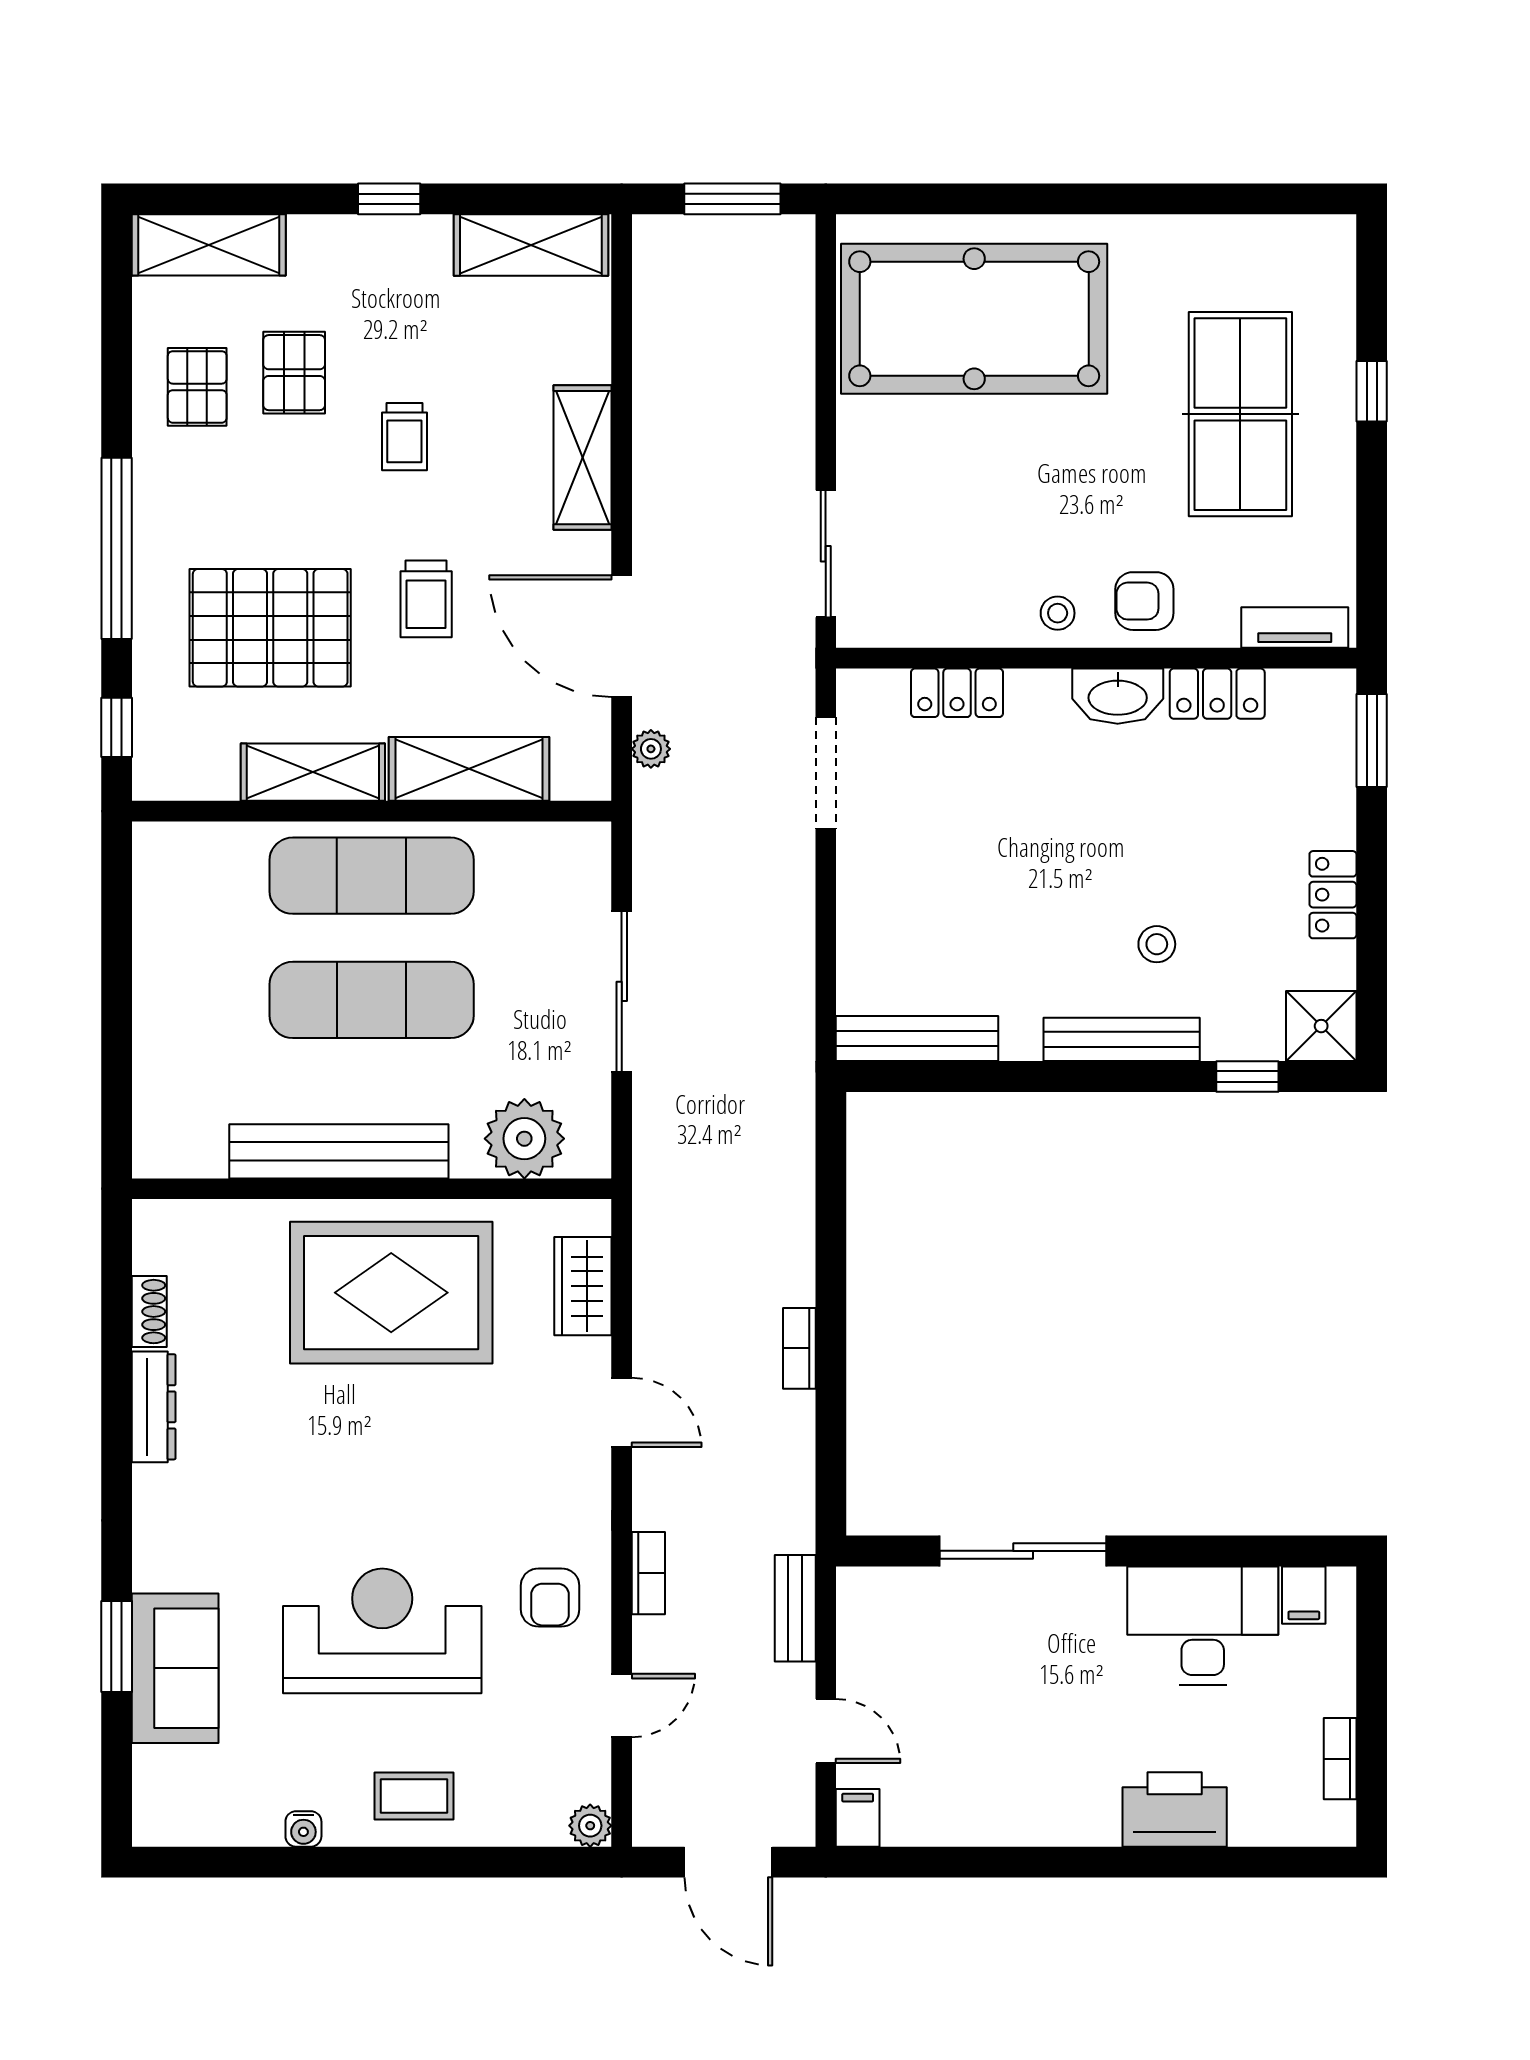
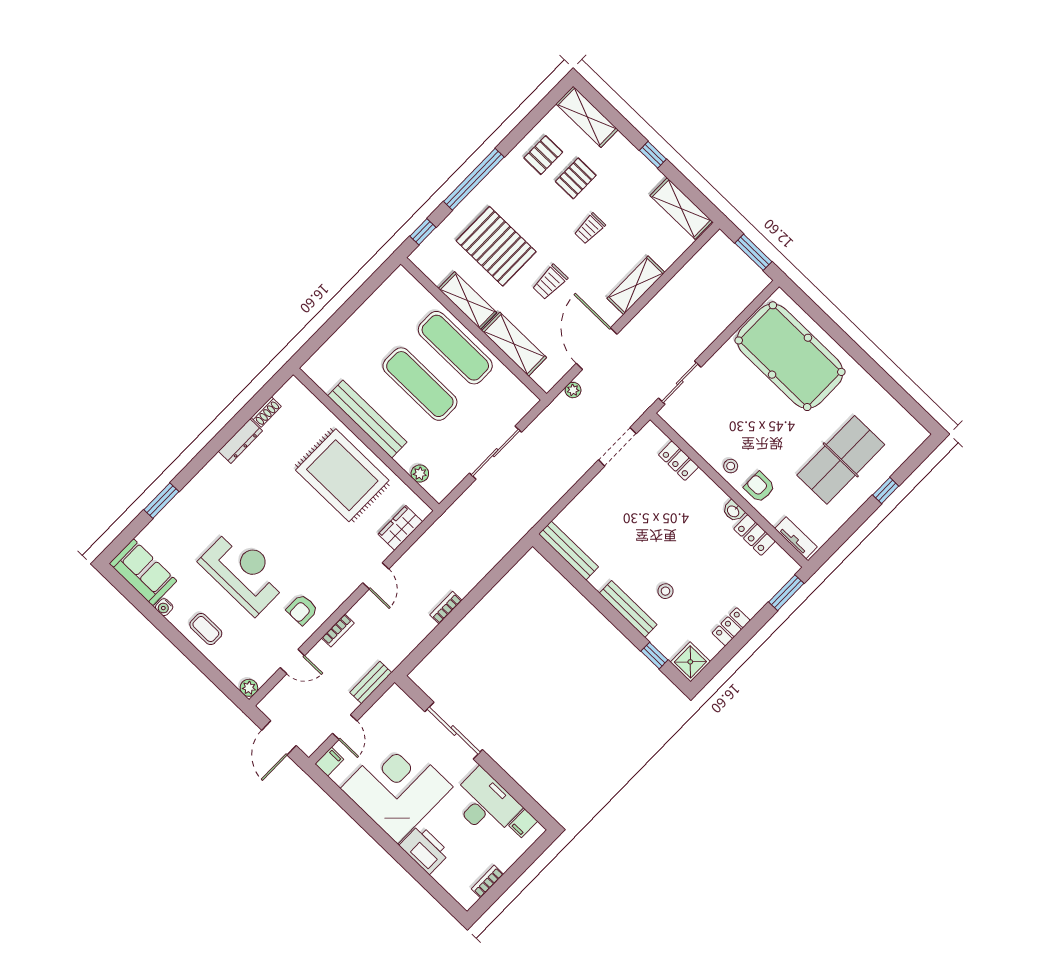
washbasin: (1118, 696) -> (733, 511), width x0.52, depth x0.69
plant: (524, 1139) -> (420, 474), width x0.53, depth x0.53
sofa: (175, 1668) -> (143, 572), moved, turned -90
corner desk: (1020, 1749) -> (397, 788), added

